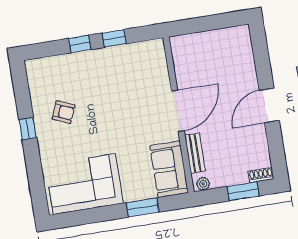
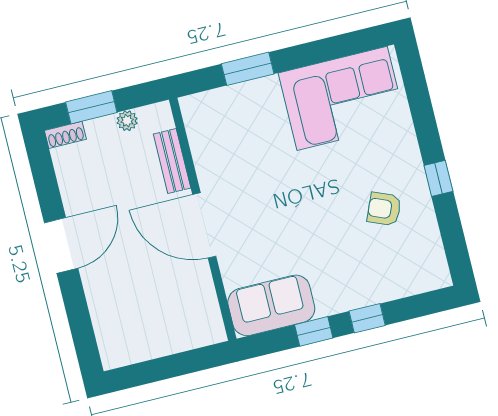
door: (178, 111) -> (204, 225), hinge flipped
sofa: (169, 169) -> (271, 305), moved, turned -90
plant: (203, 184) -> (127, 121), moved

